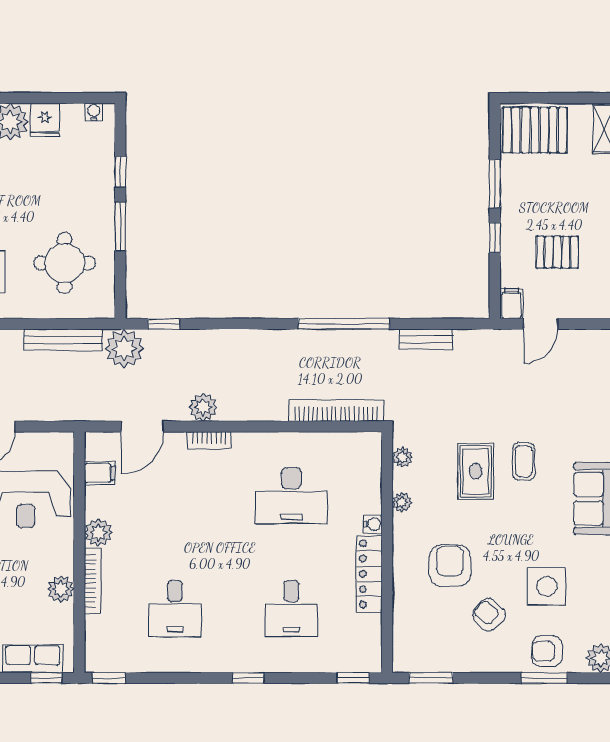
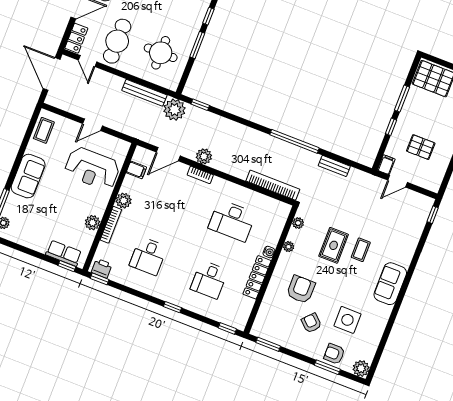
printer: (106, 659) -> (102, 268), added

